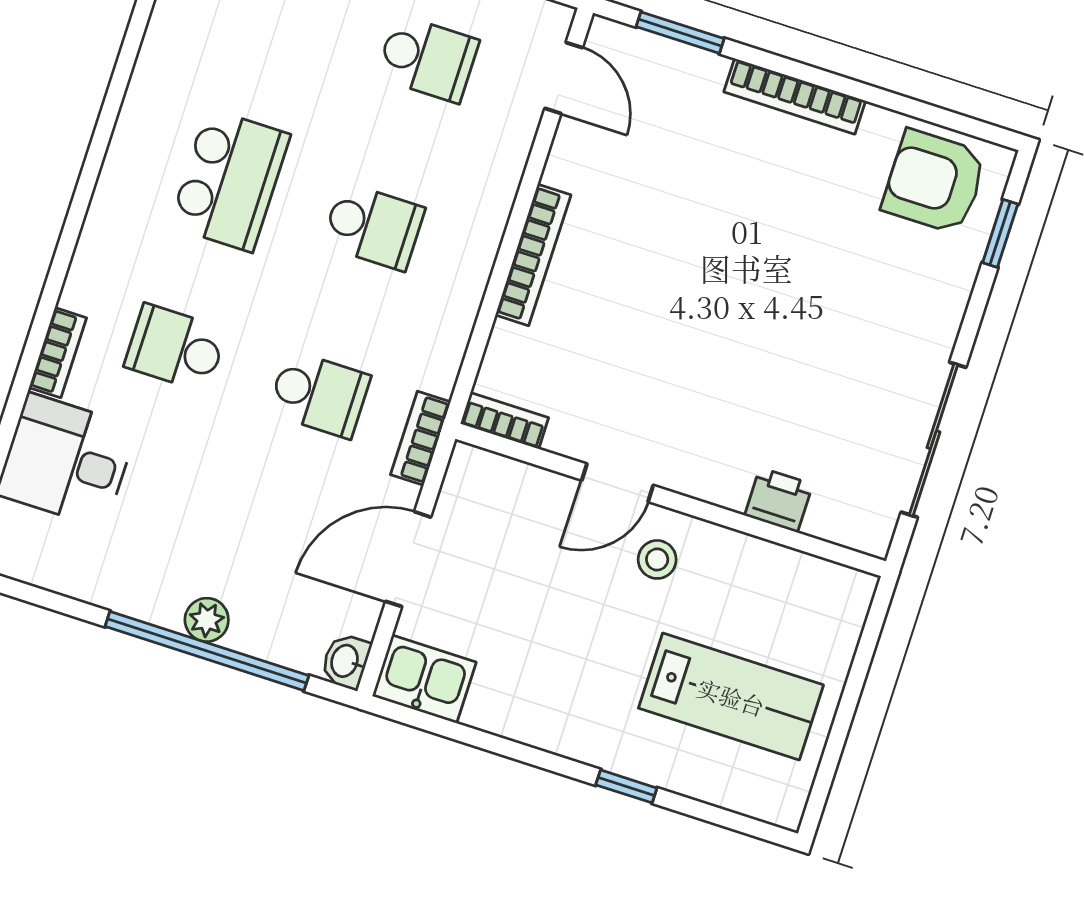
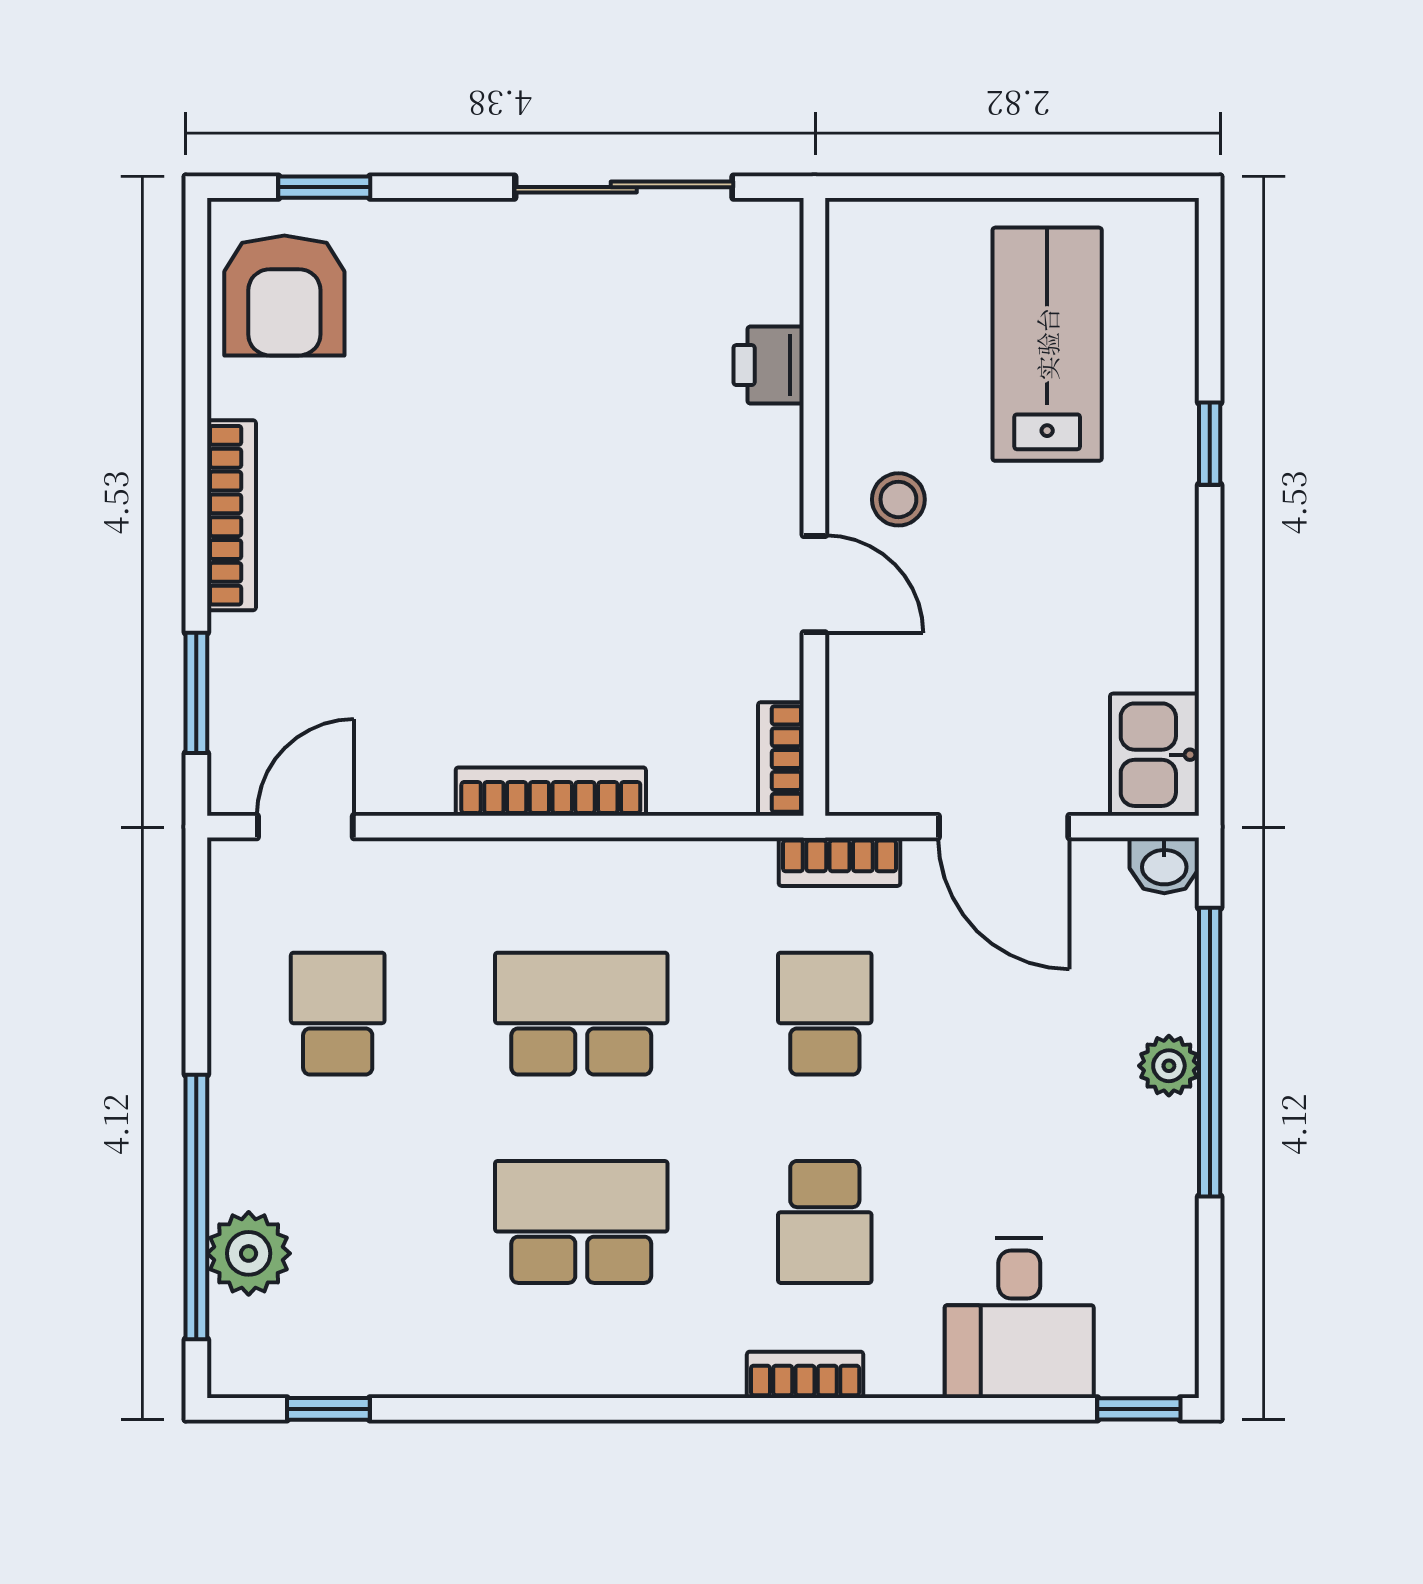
school desk: (373, 226) -> (581, 1014), width x1.85
bookcase: (58, 353) -> (805, 1375), moved

